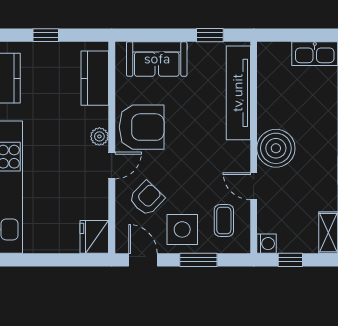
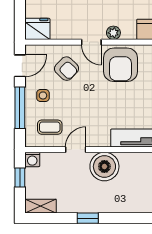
side table: (182, 229) -> (43, 95), width x0.54, depth x0.54
window: (198, 260) -> (20, 108), width x1.44

